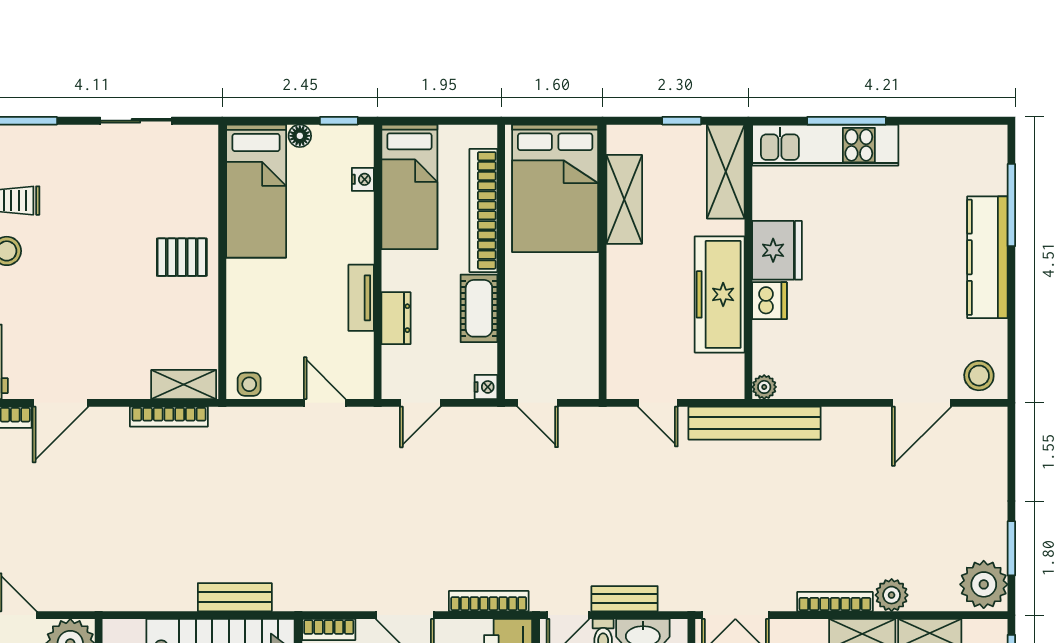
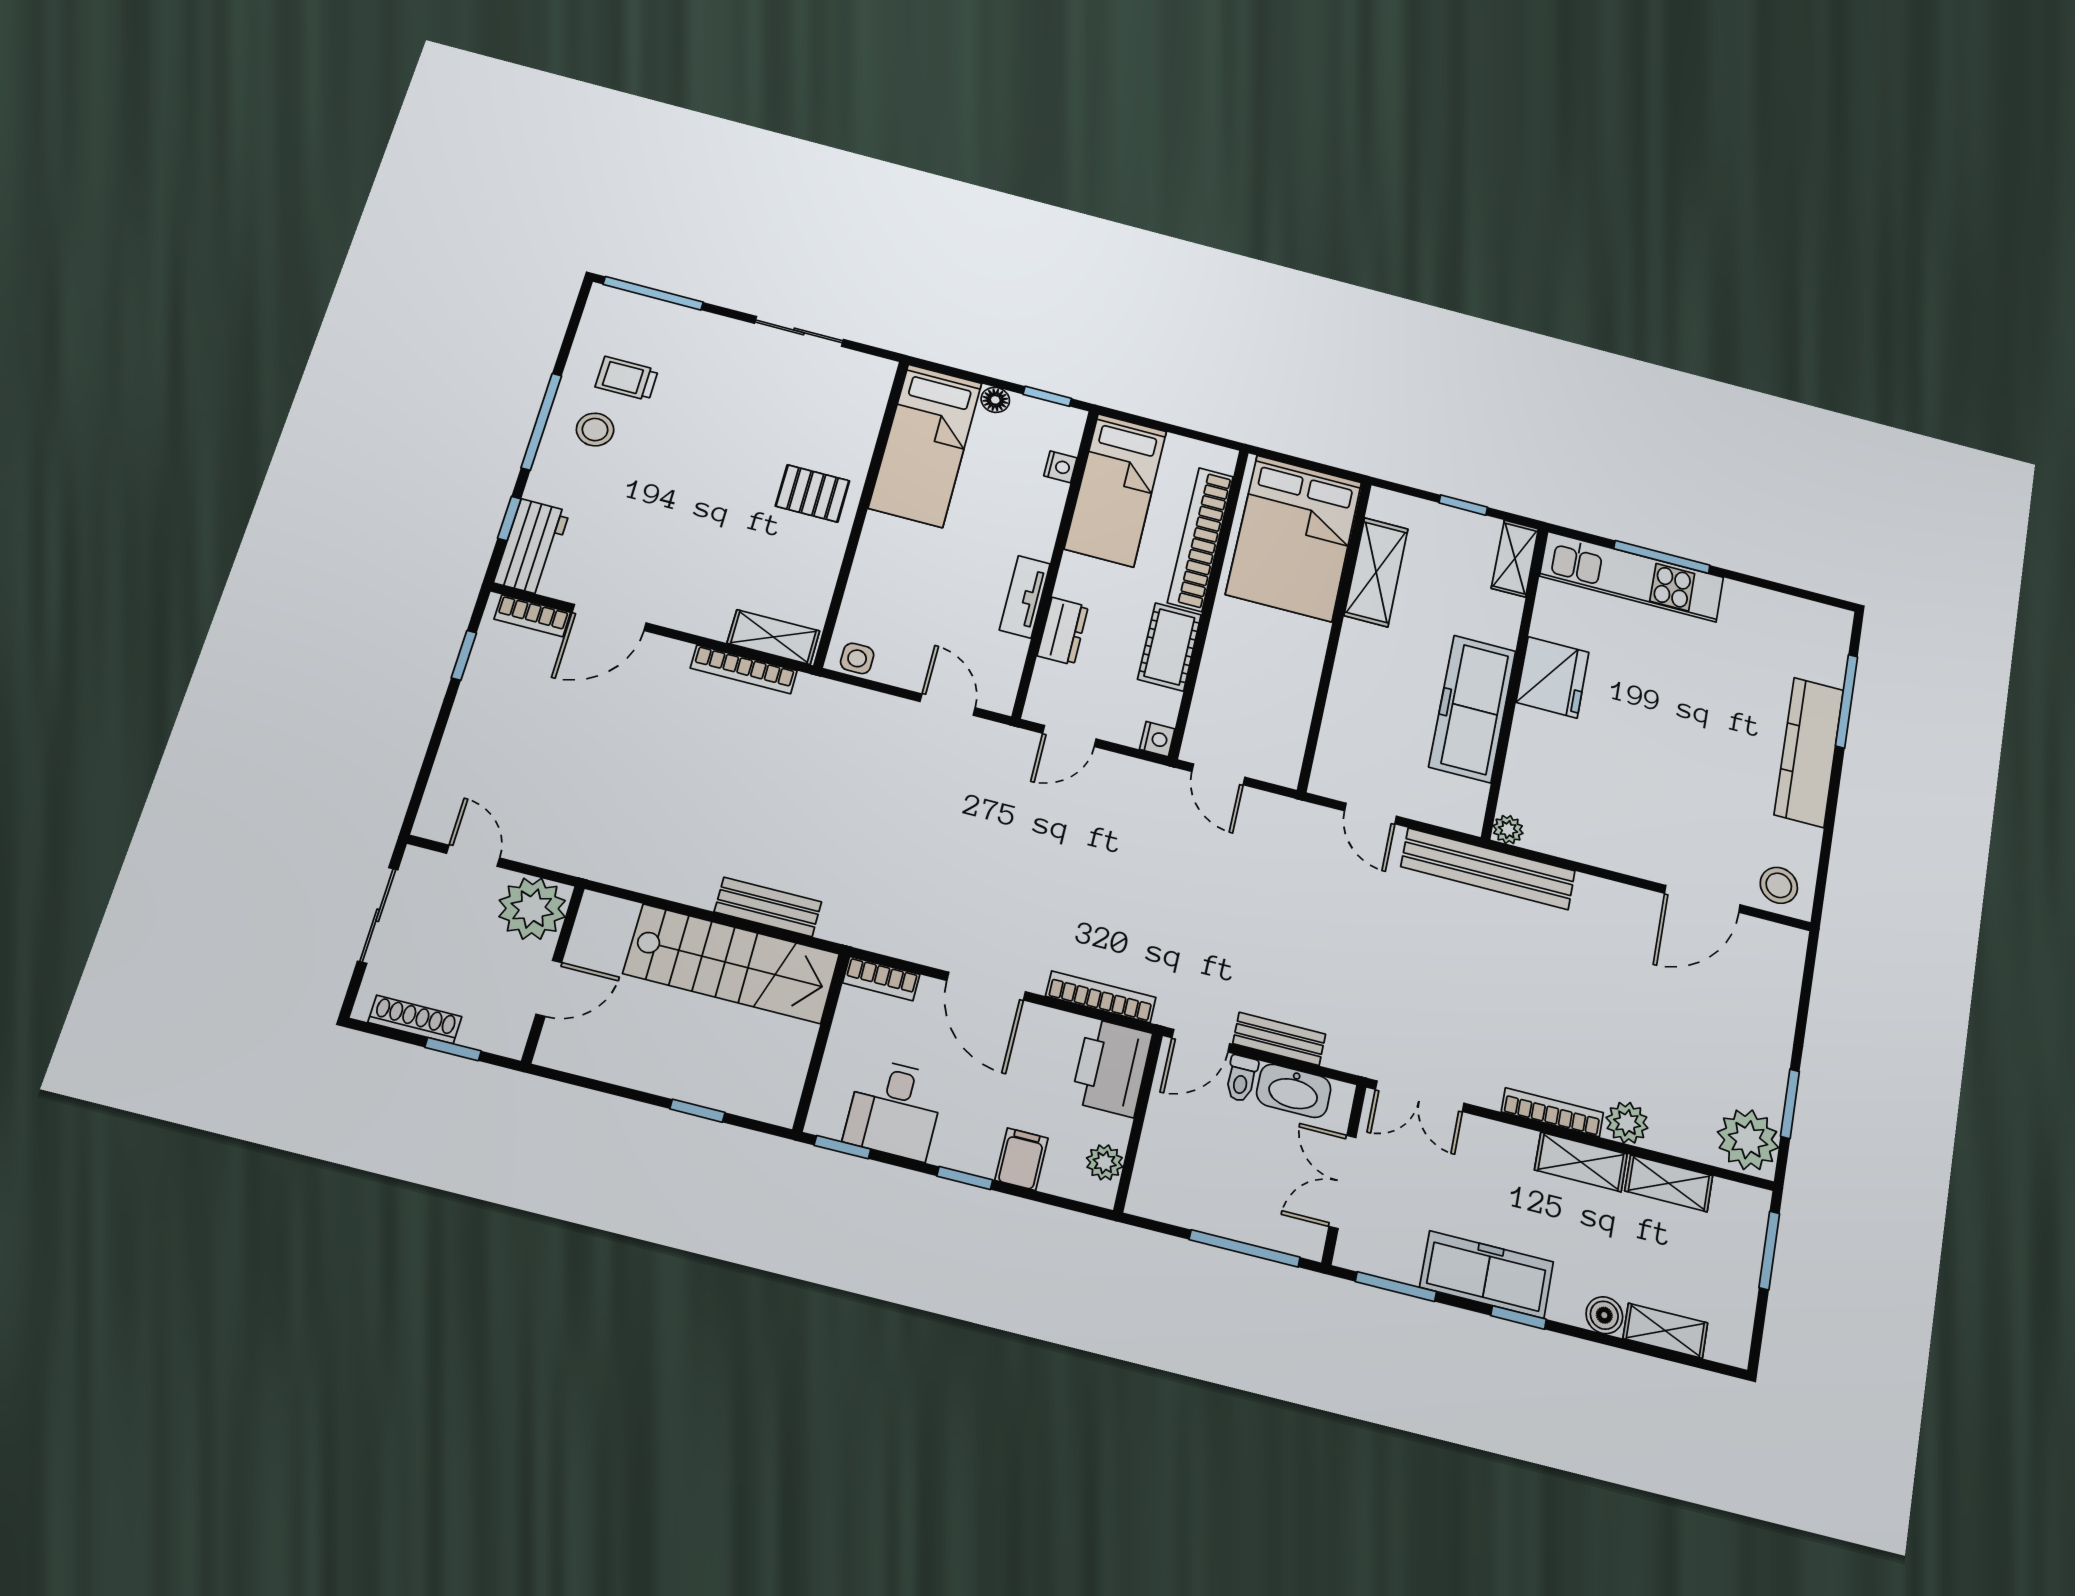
shelving: (726, 172) -> (1515, 558), width x0.67, depth x0.75
dishwasher: (770, 301) -> (1533, 732), removed

